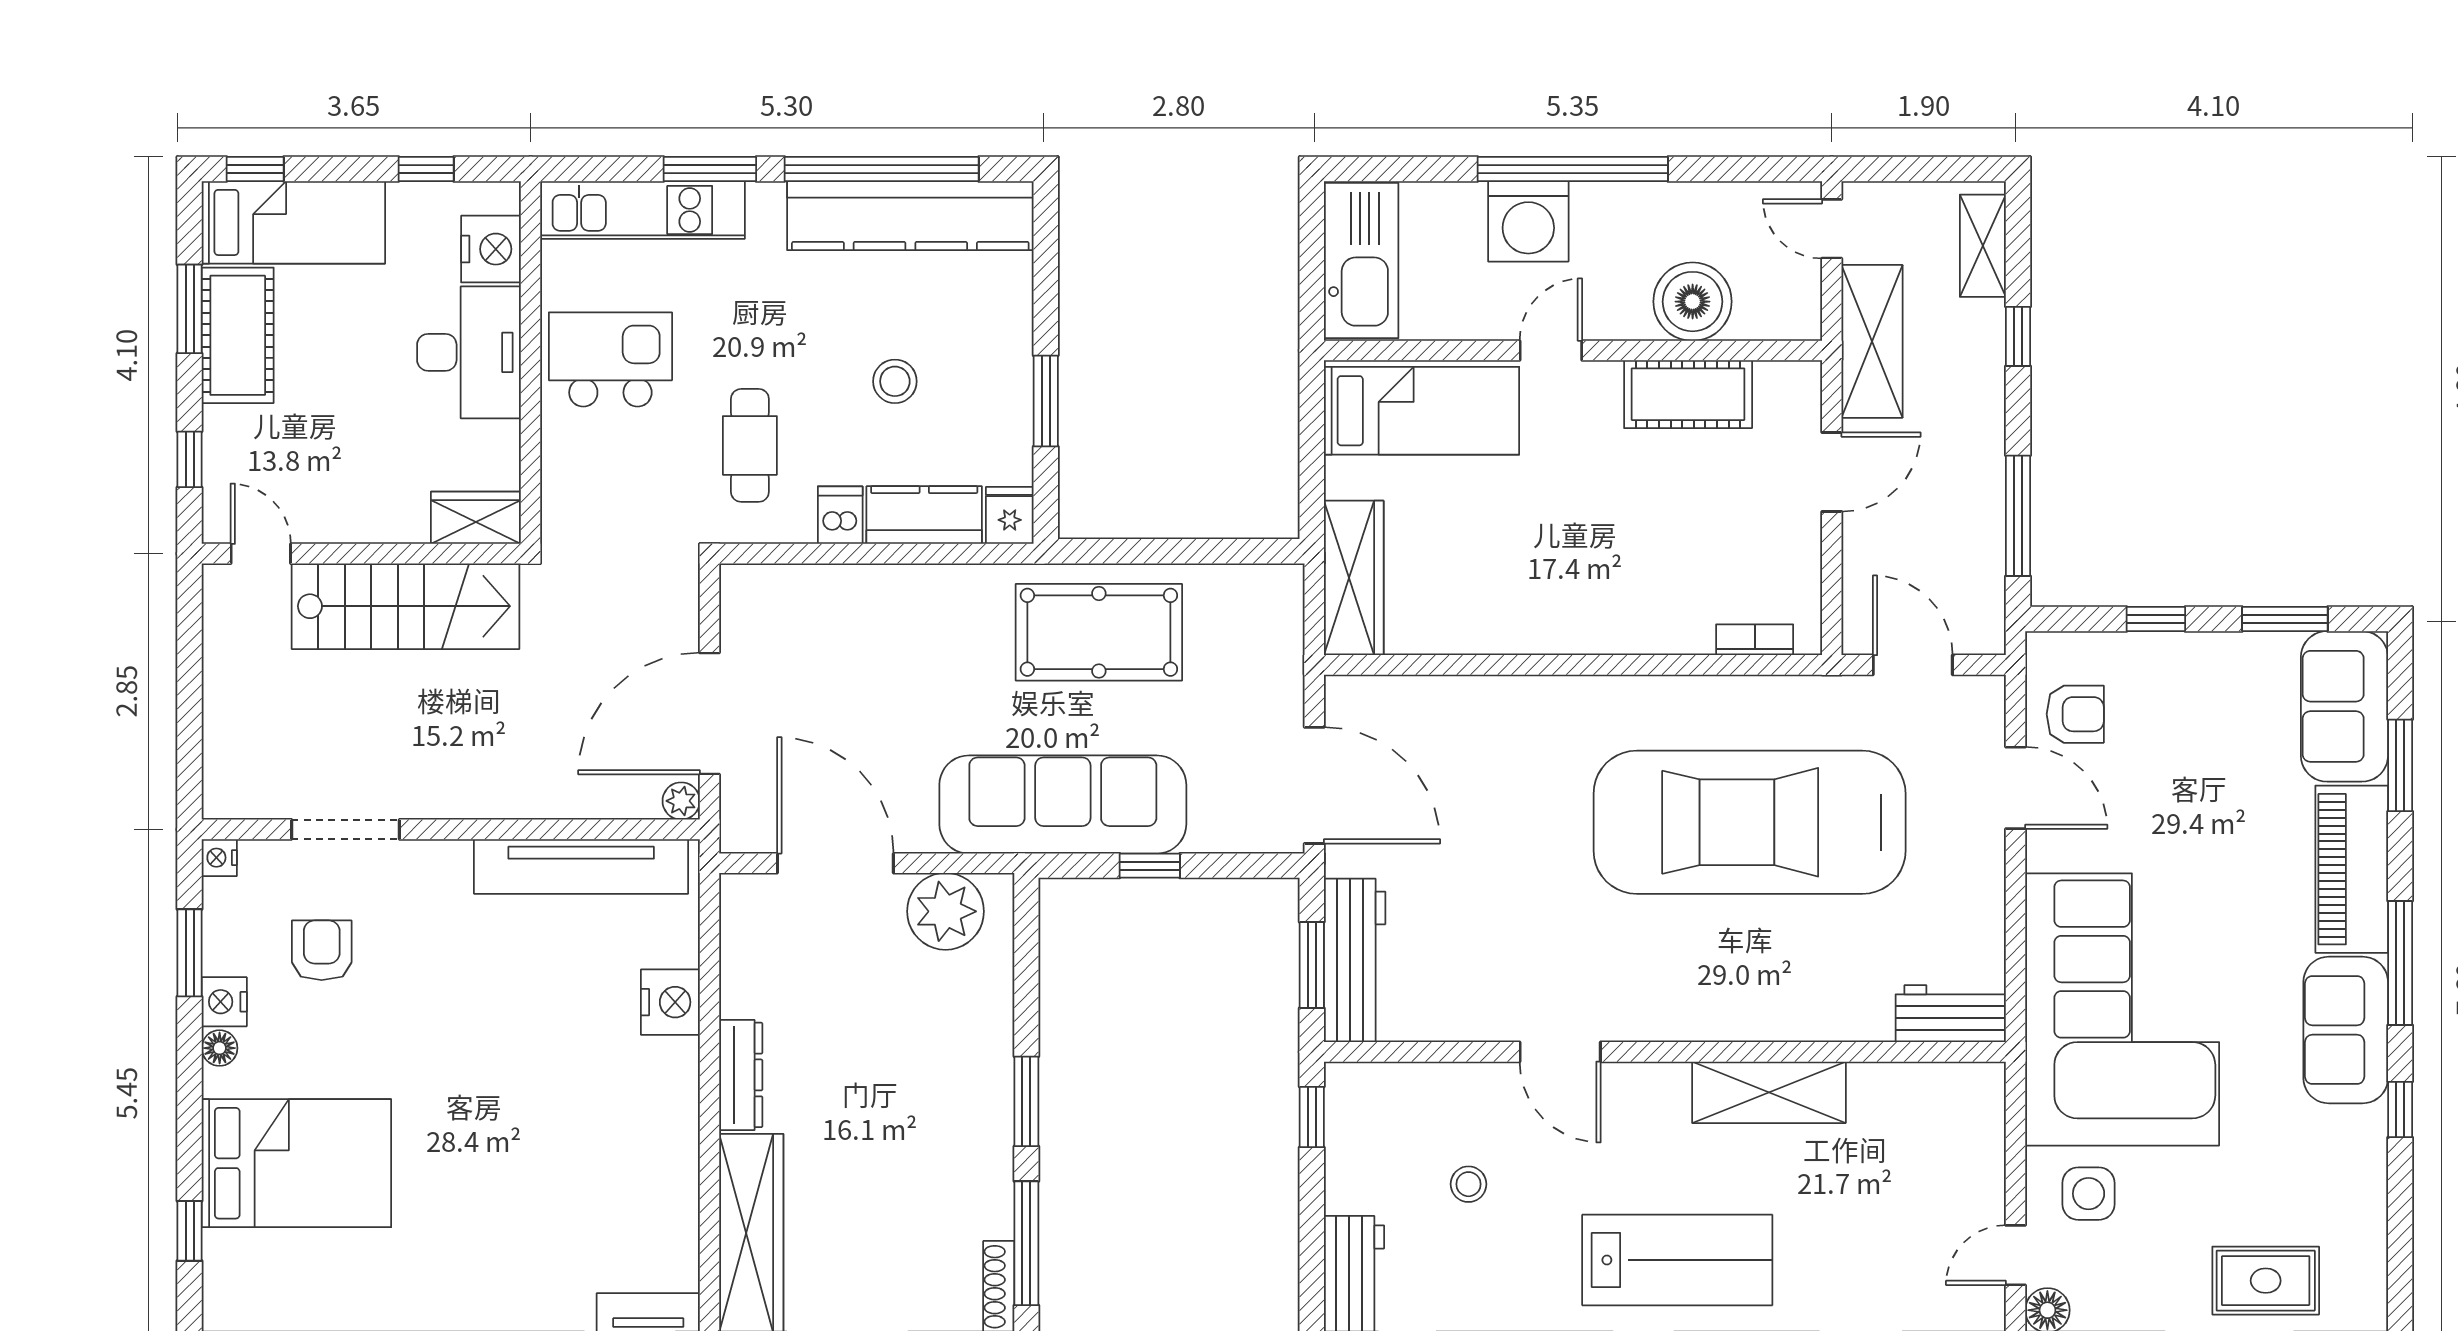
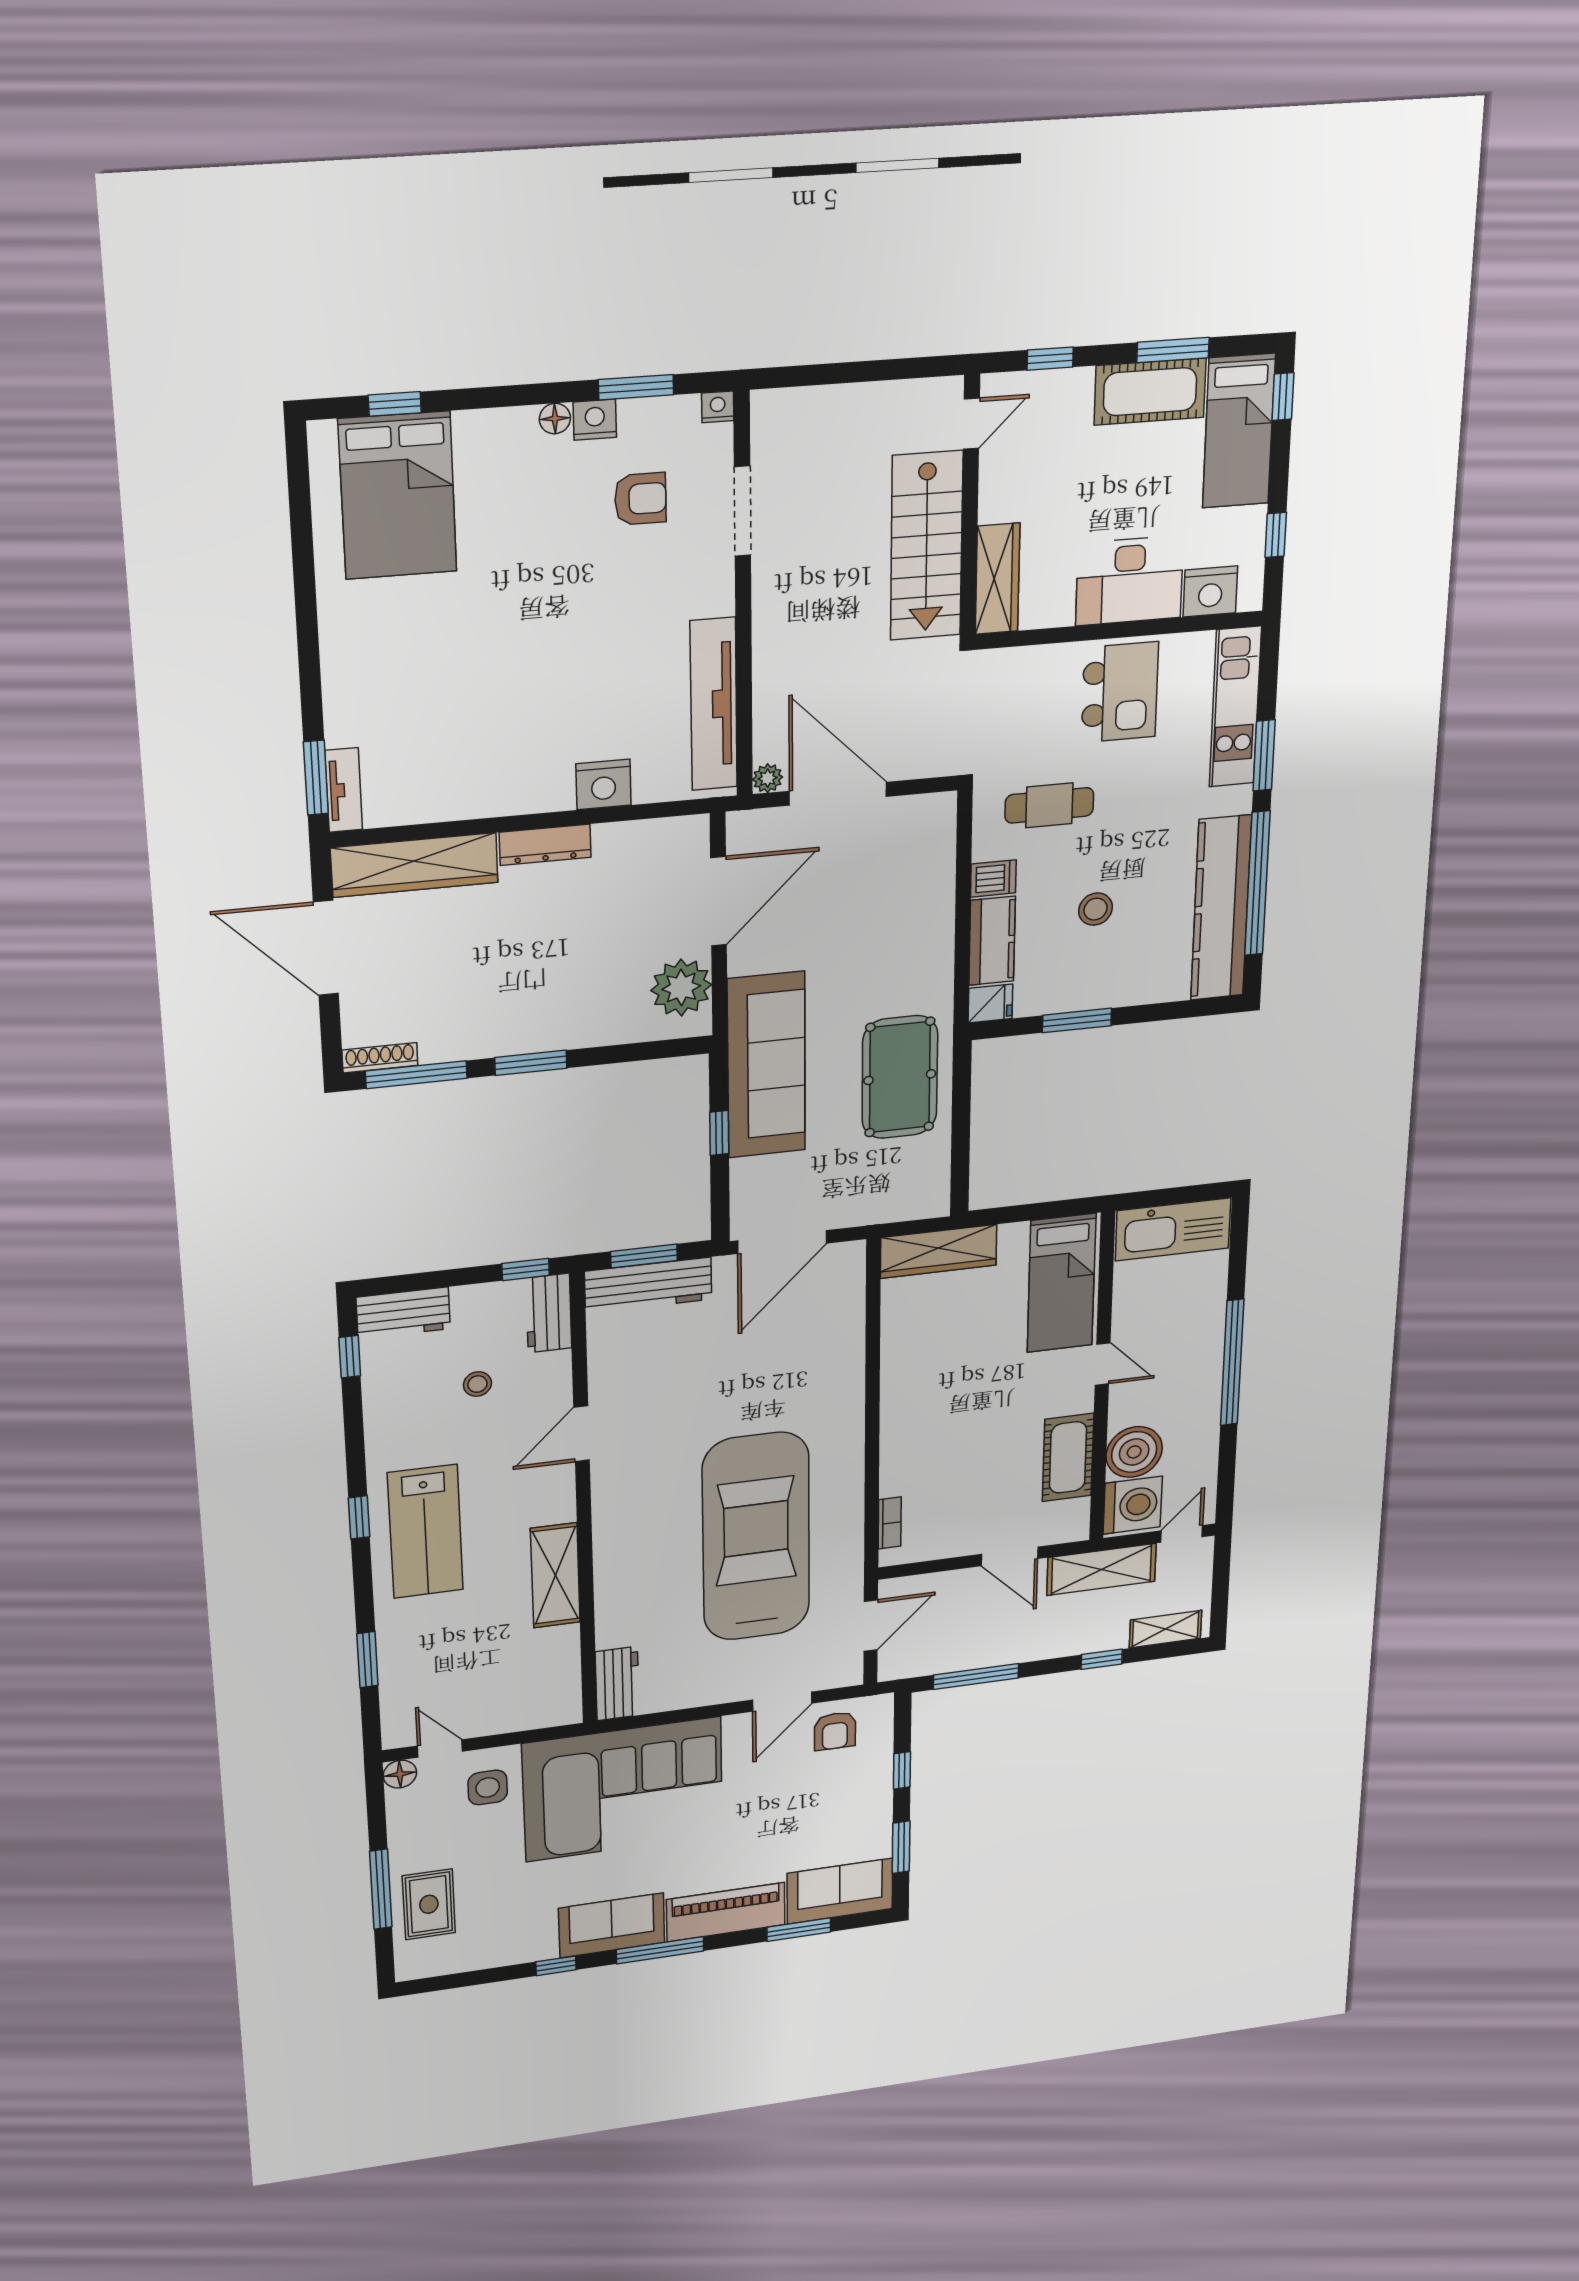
washing machine: (1528, 221) -> (1133, 1505), moved, turned 180
wardrobe: (476, 518) -> (998, 579), width x1.50
workbench: (1378, 1089) -> (549, 1313), added
bed: (296, 1163) -> (398, 496), moved

